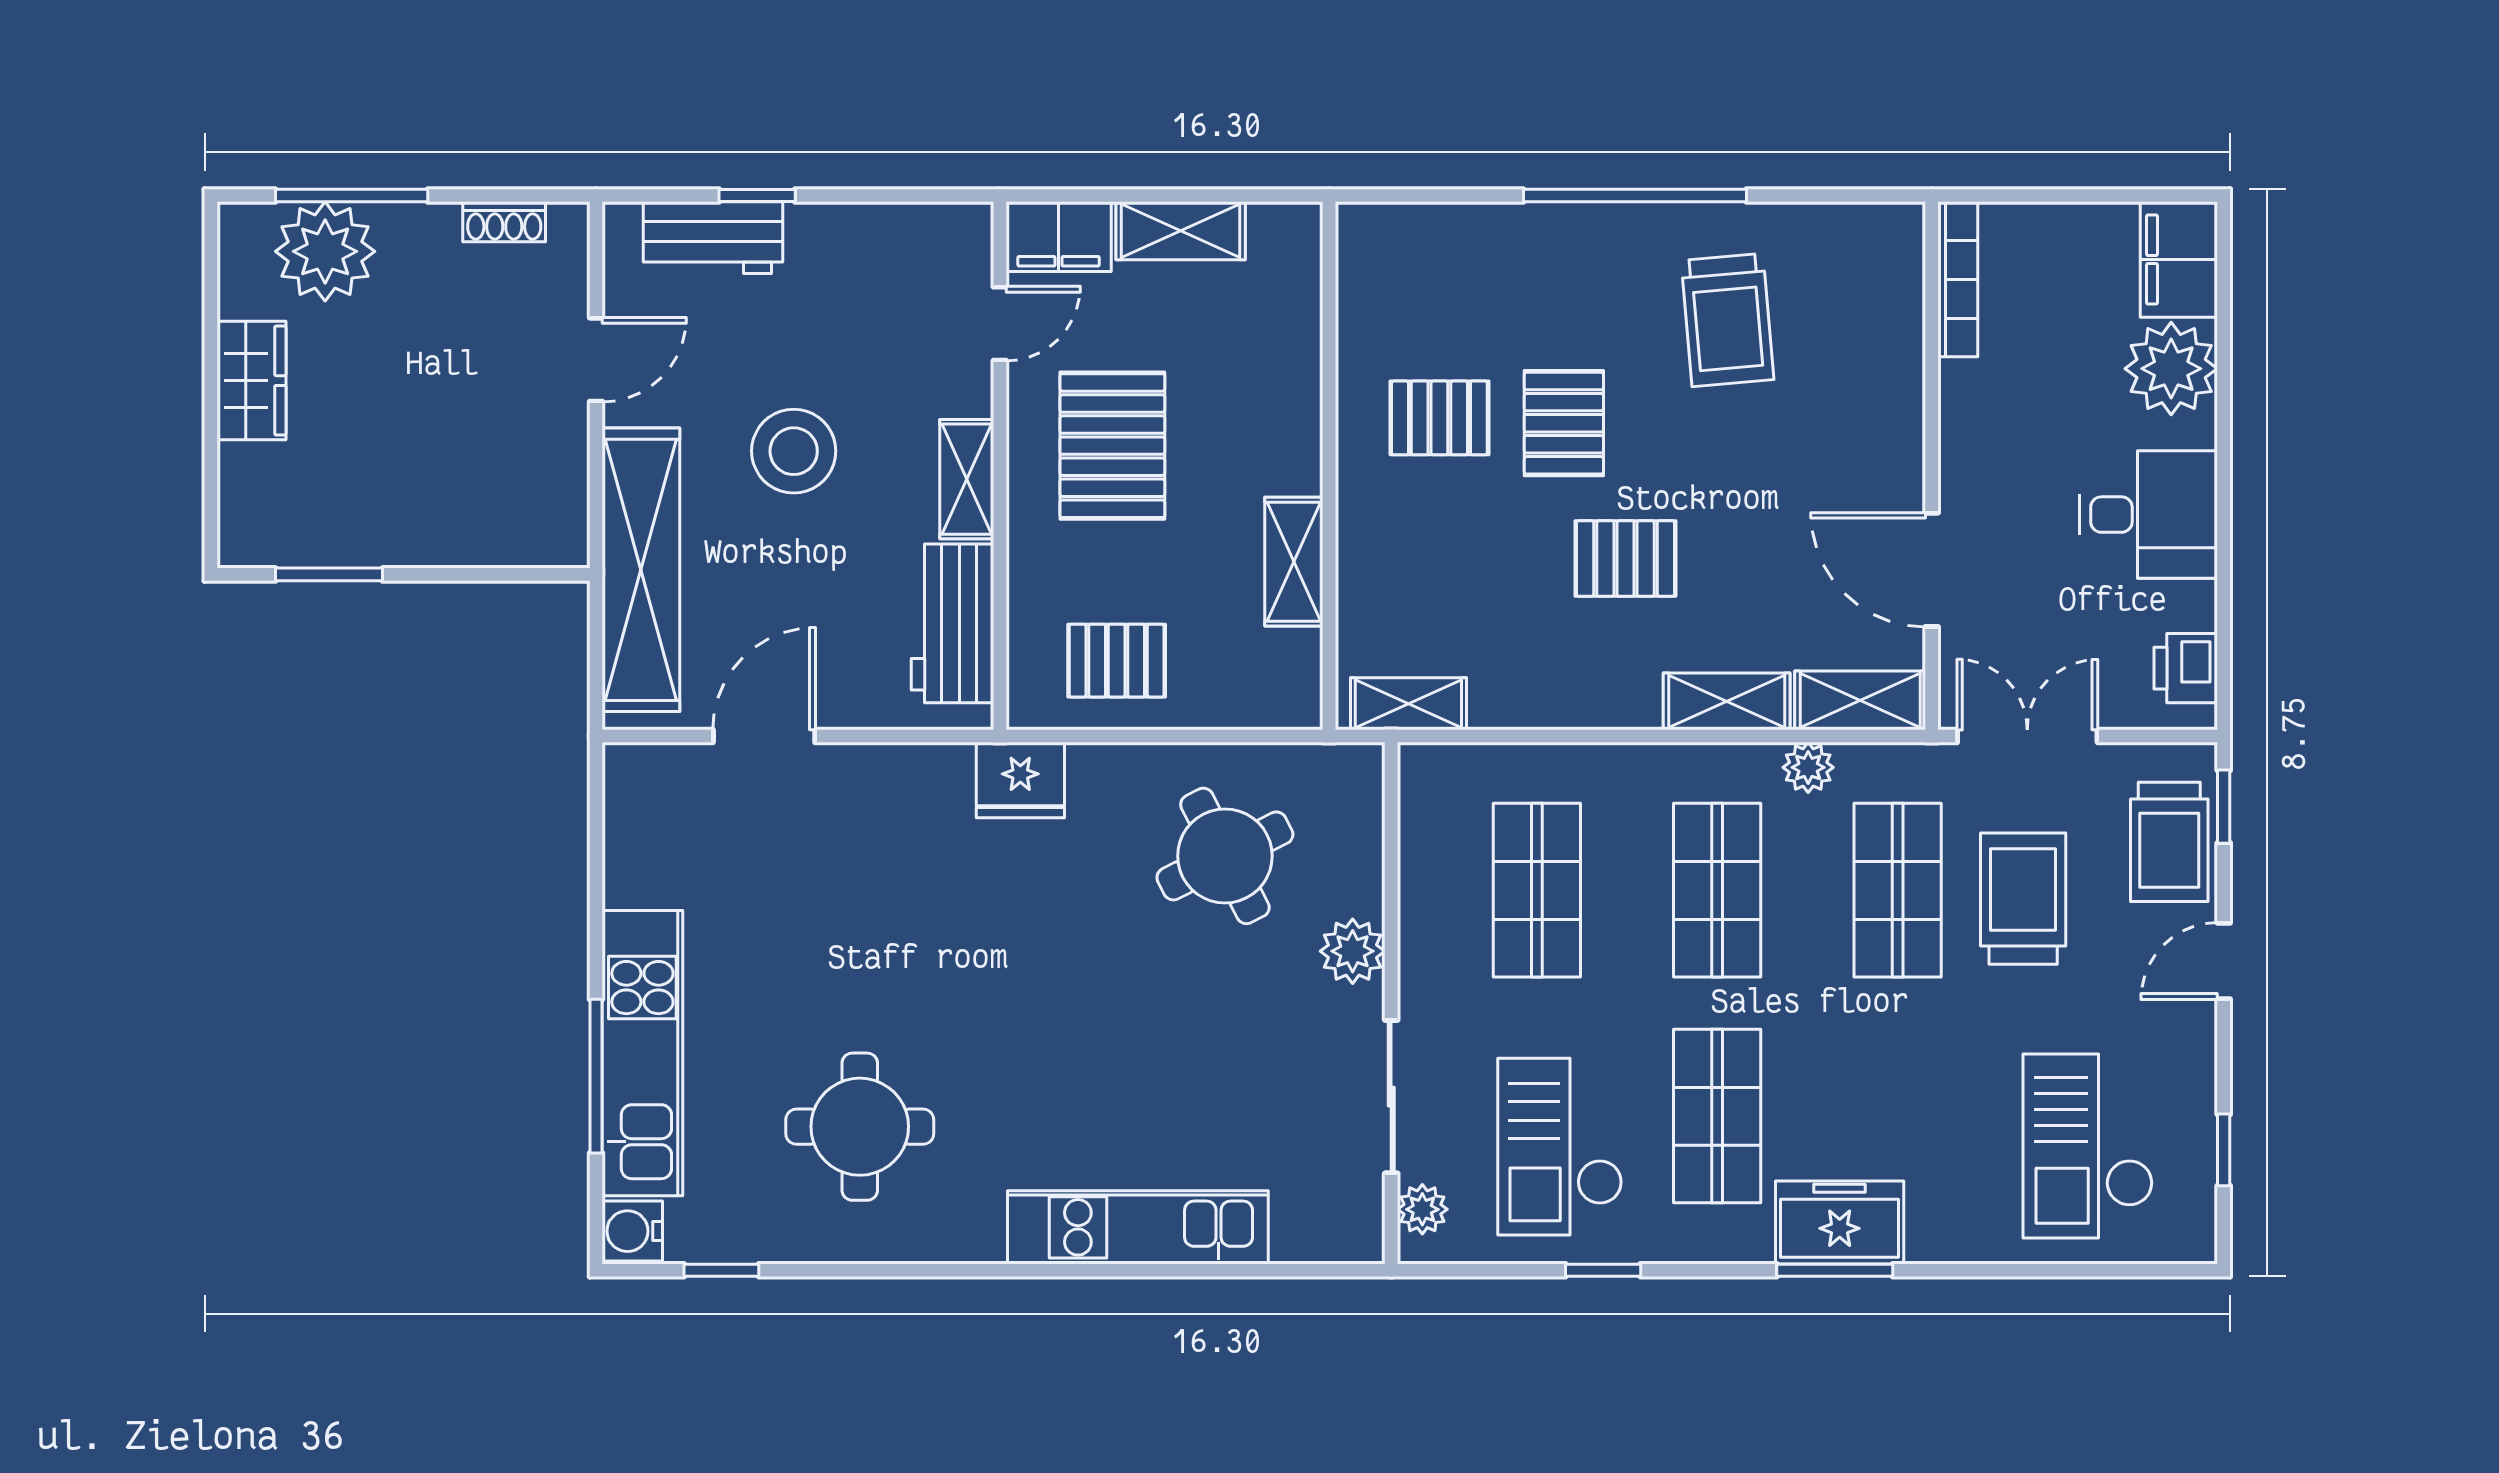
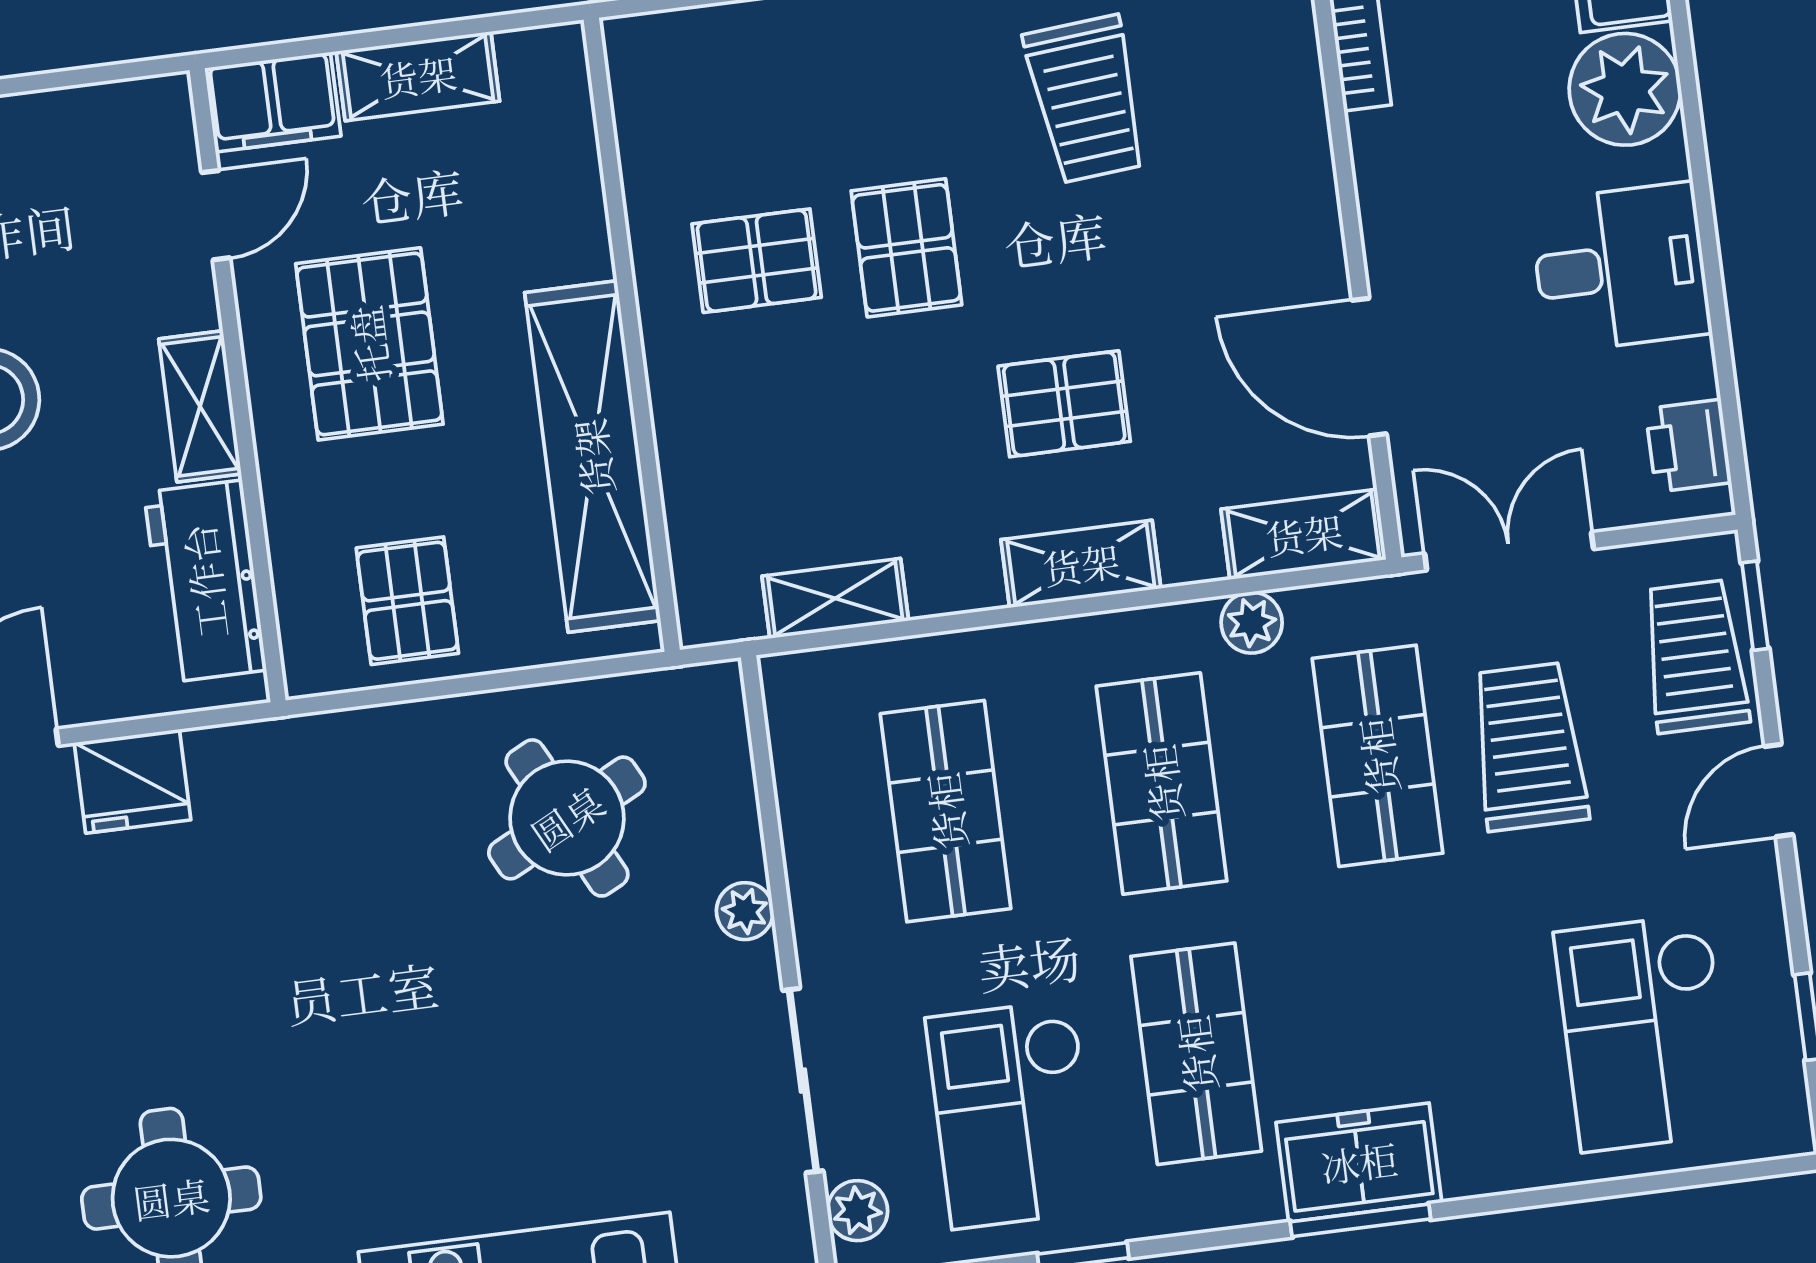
pallet: (1626, 558) -> (1064, 404), moved
shelving: (1294, 562) -> (593, 457), width x2.20, depth x1.33
pallet: (1117, 661) -> (407, 601), turned 90
shelving: (1727, 701) -> (1081, 564), moved
shelving: (1408, 704) -> (835, 598), moved
fridge: (1020, 780) -> (132, 781), moved
trolley: (2169, 842) -> (1695, 656), turned 180
plant: (1353, 951) -> (745, 911), width x0.73, depth x0.73

